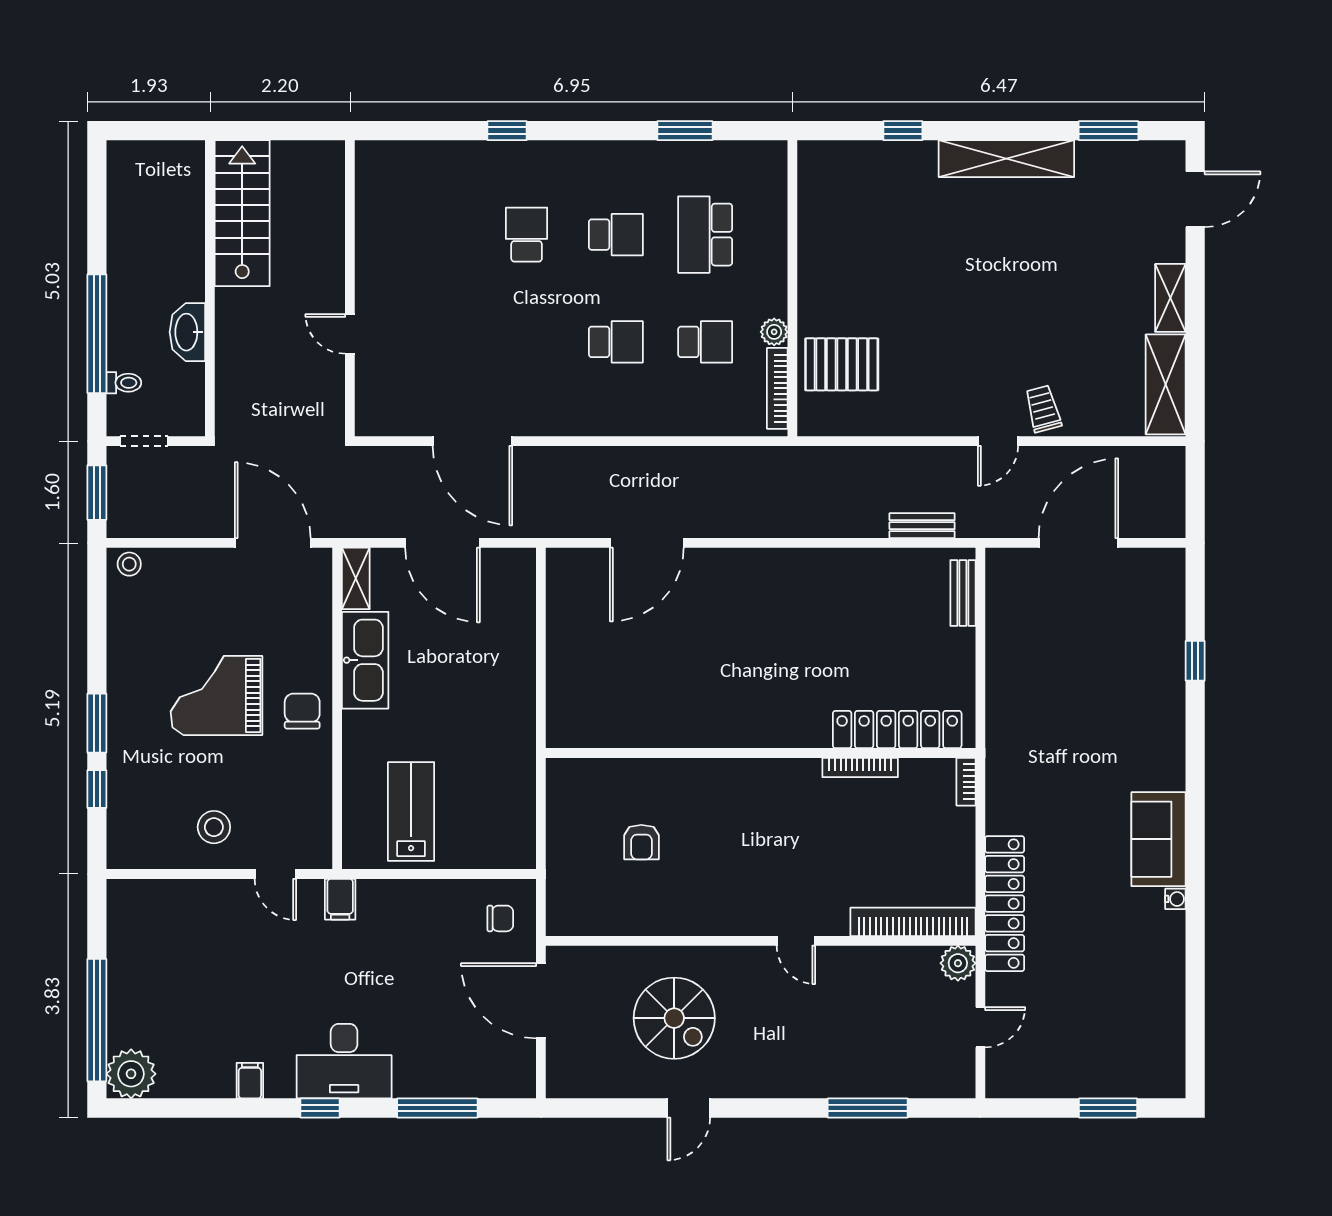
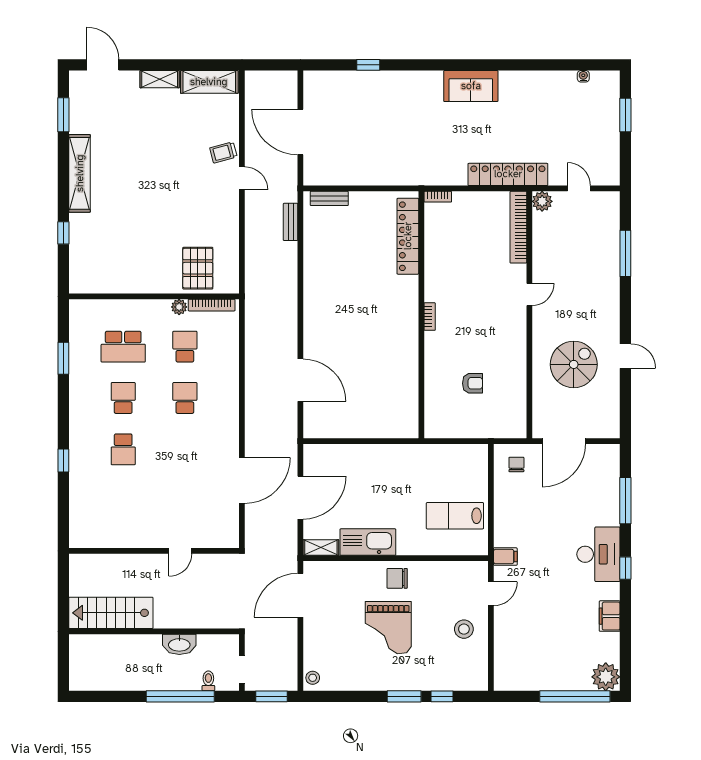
school desk: (527, 235) -> (123, 449), turned -90
bookcase: (860, 767) -> (430, 317), moved, width x0.64
water cooler: (1175, 899) -> (583, 76), moved
filing cabinet: (250, 1081) -> (610, 616), width x2.00

